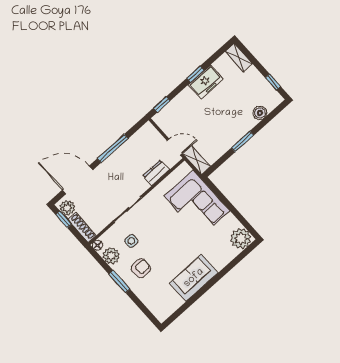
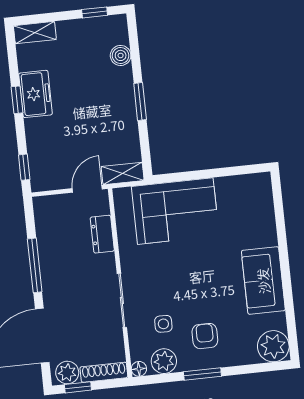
plant: (241, 239) -> (273, 346), moved

